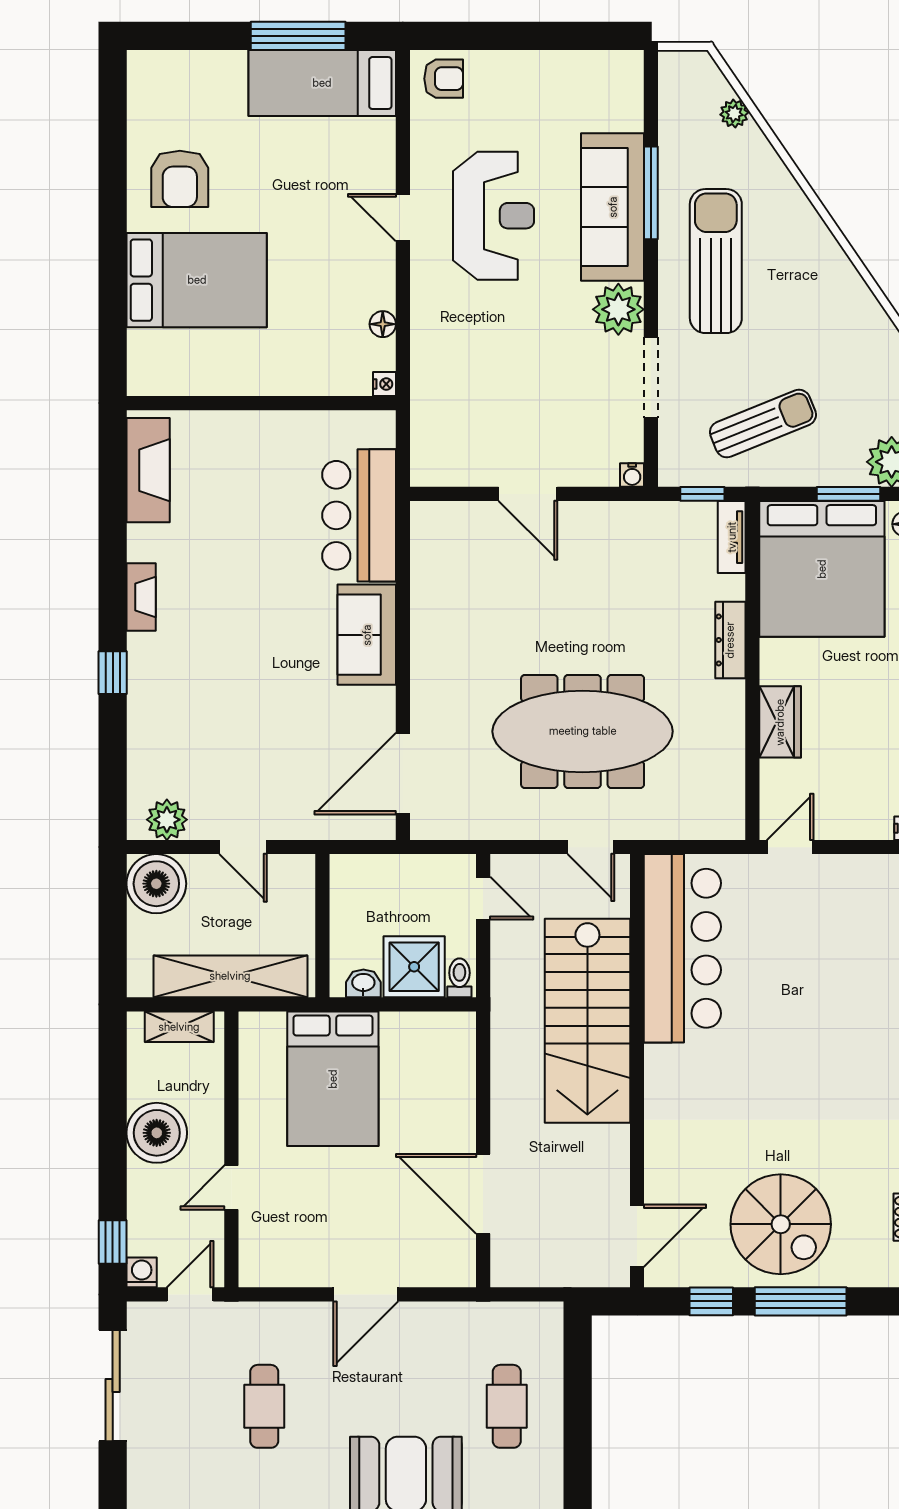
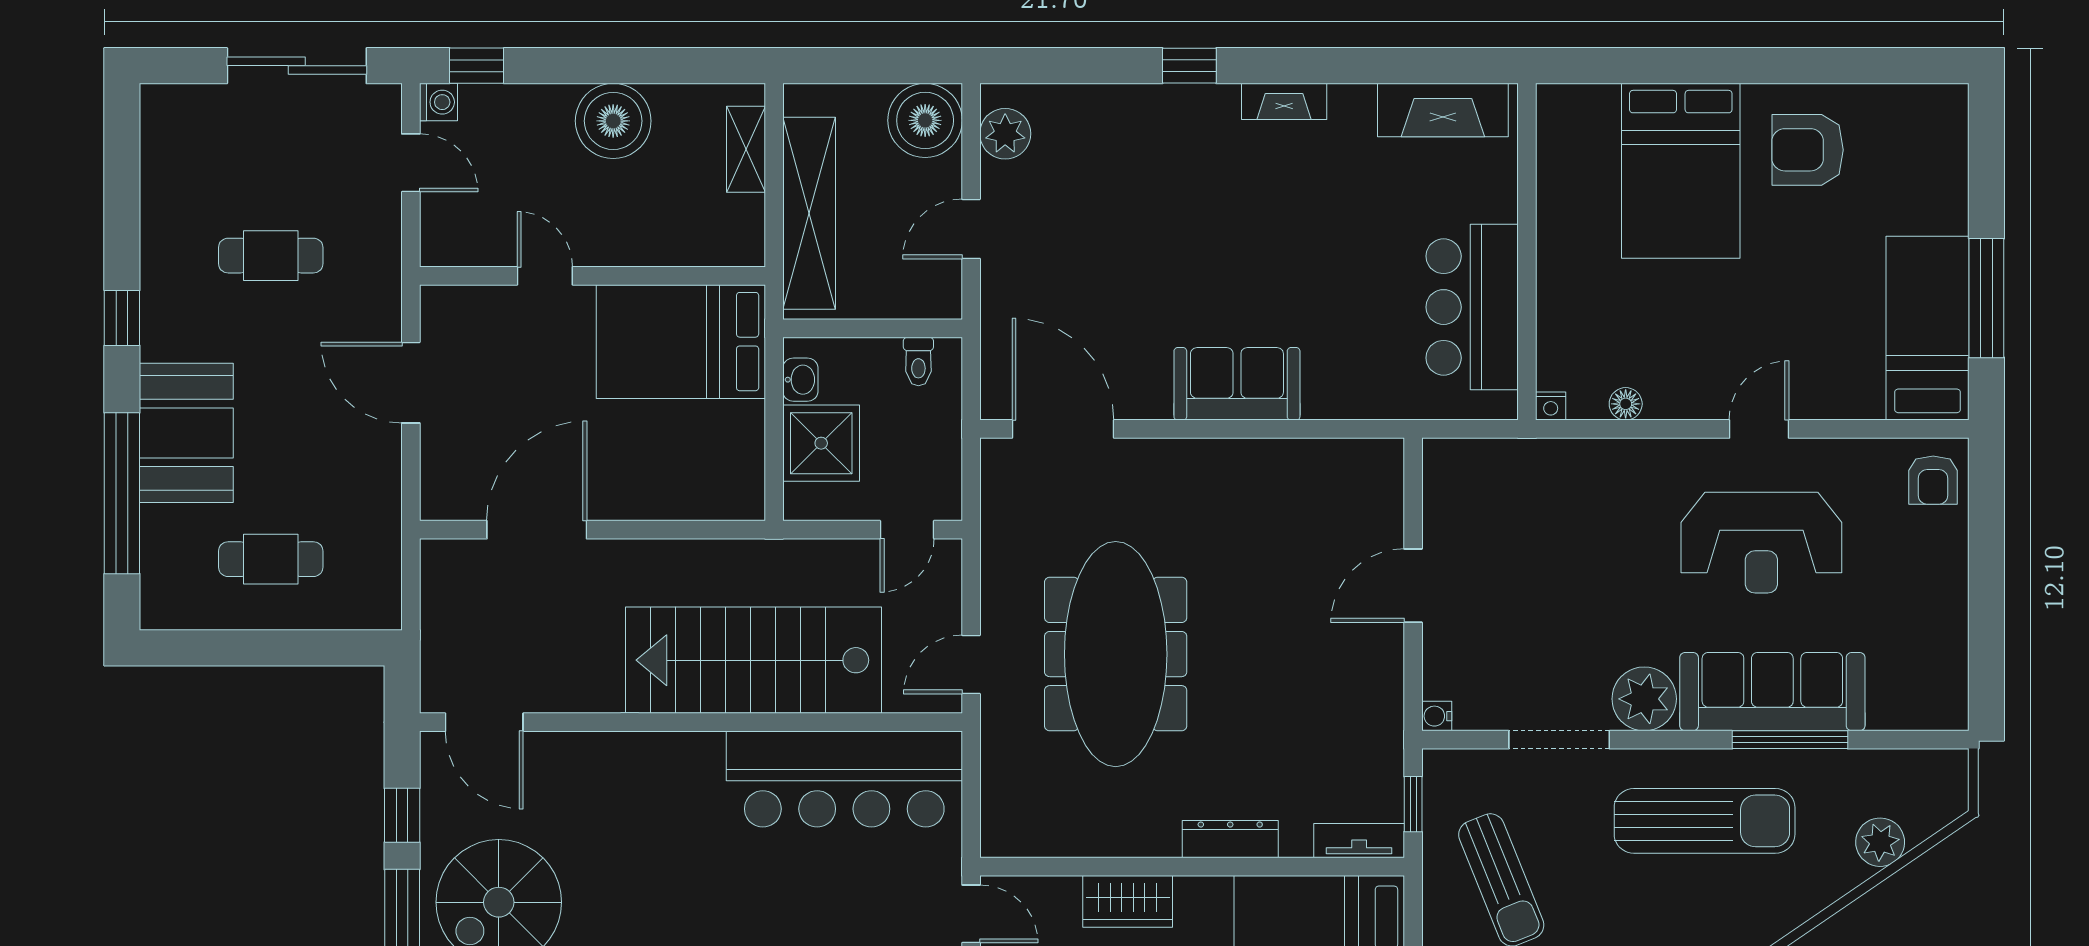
plant: (734, 114) -> (1880, 842), width x1.38, depth x1.38
bar counter: (359, 515) -> (1472, 307), moved, turned -90
toilet: (459, 978) -> (918, 361), moved, turned 90
wall: (231, 1149) -> (592, 276), moved
door: (231, 1187) -> (545, 276), moved

